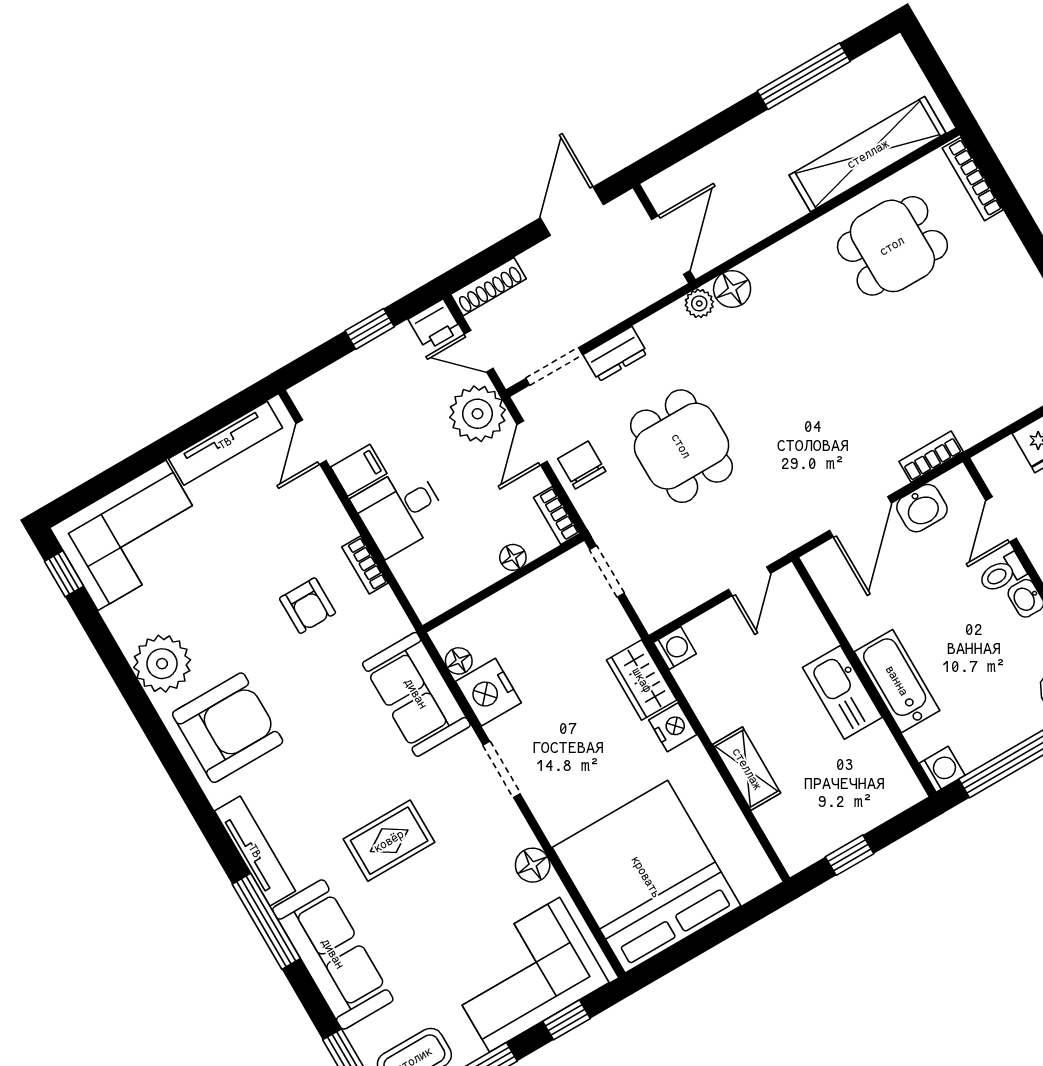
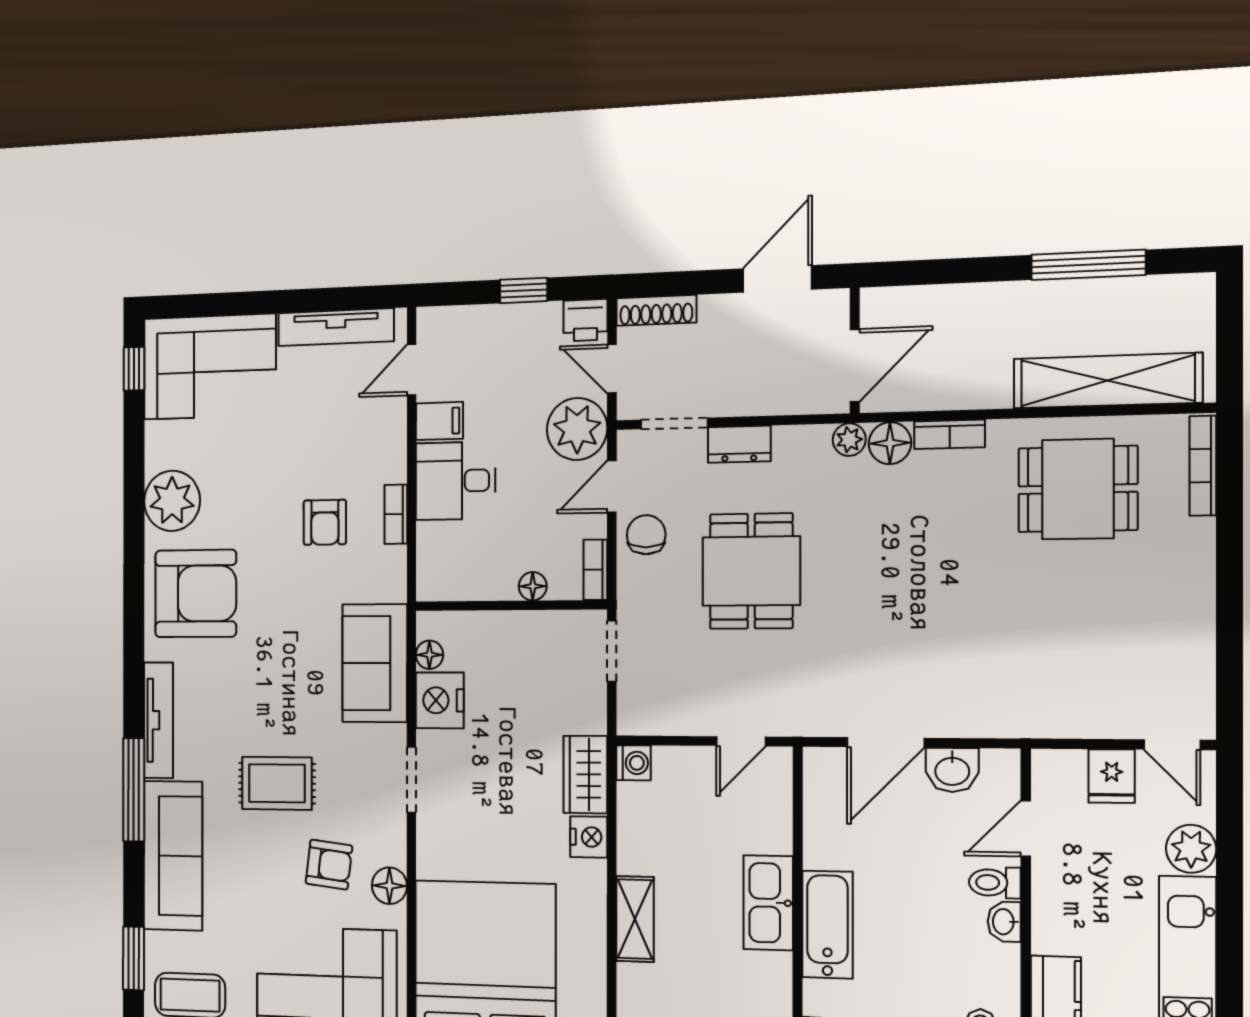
bookcase: (931, 457) -> (950, 434), moved, turned 180
armchair: (472, 879) -> (329, 865), added

